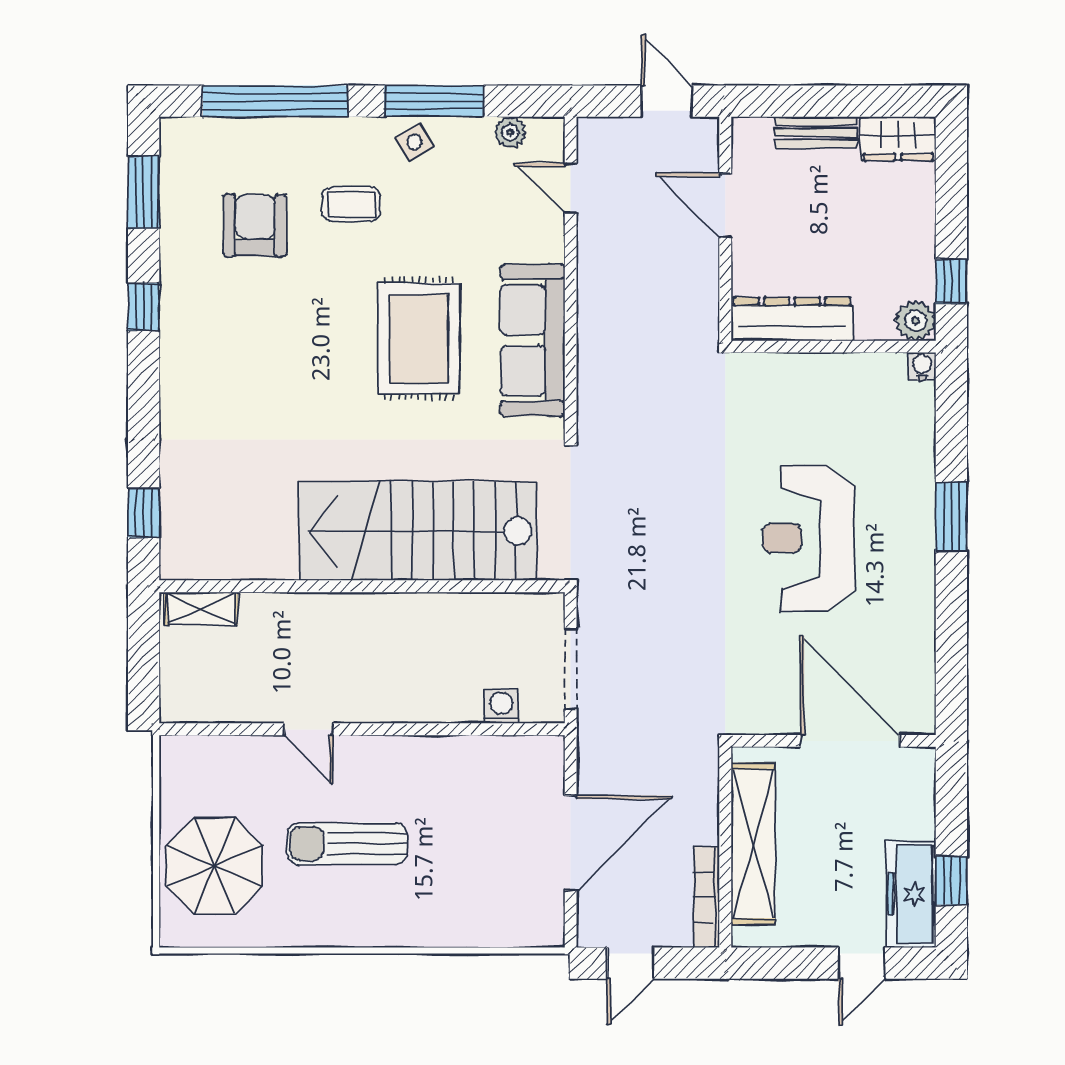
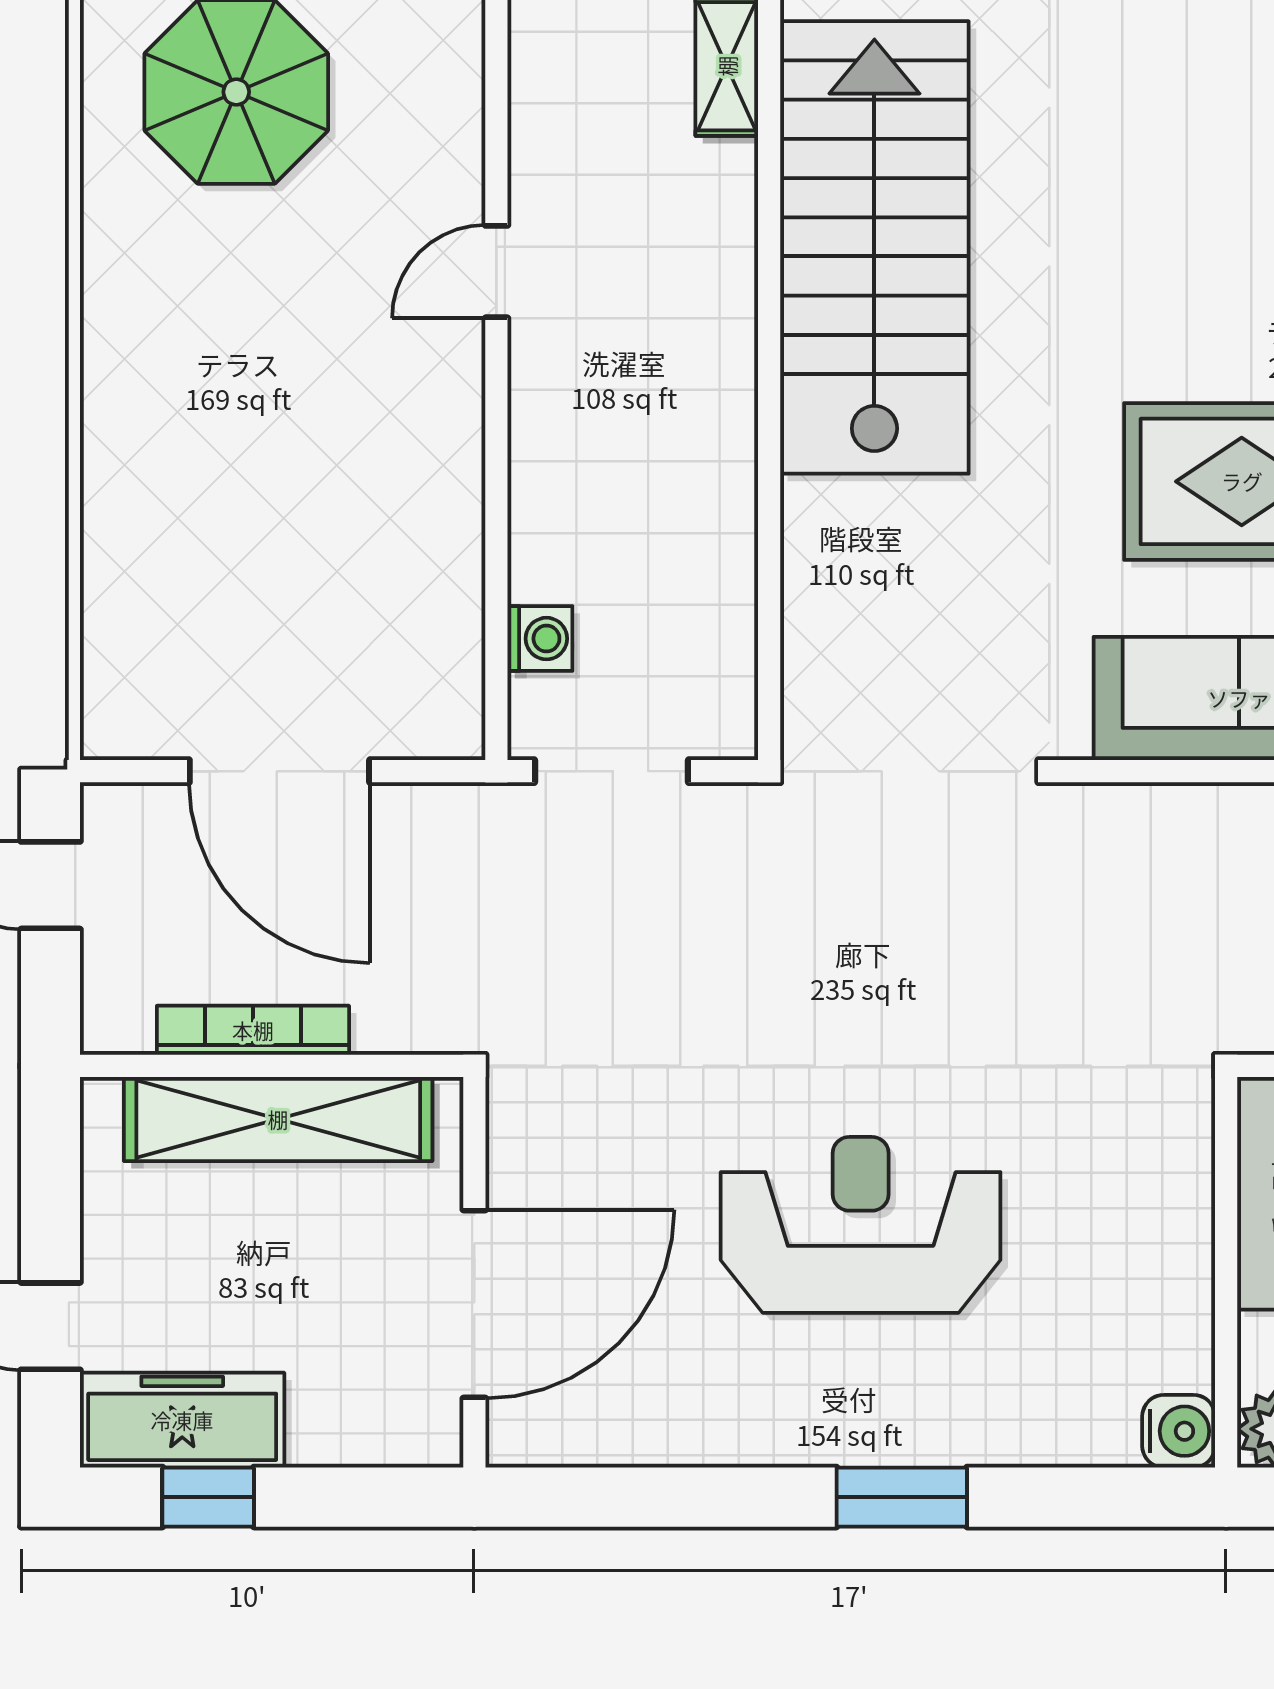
water cooler: (922, 366) -> (1179, 1431), width x1.38, depth x1.38
stairs: (418, 531) -> (874, 247), moved
sun lounger: (347, 844) -> (278, 345), removed
bookcase: (707, 897) -> (253, 1030), moved

